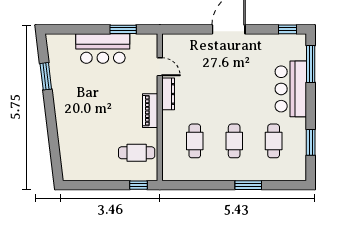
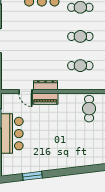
door: (160, 67) -> (25, 91), swing flipped
piano: (150, 111) -> (45, 99), moved

